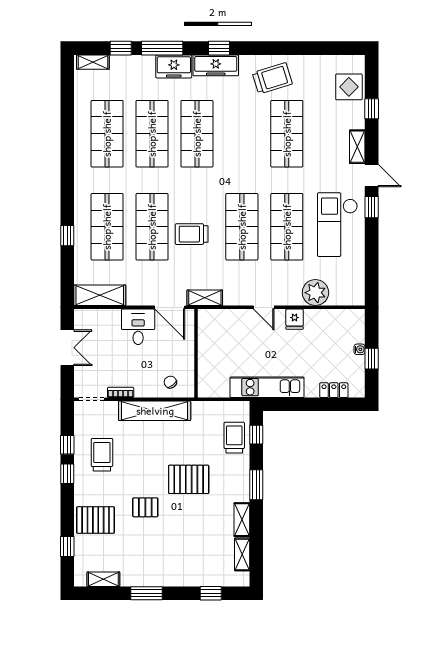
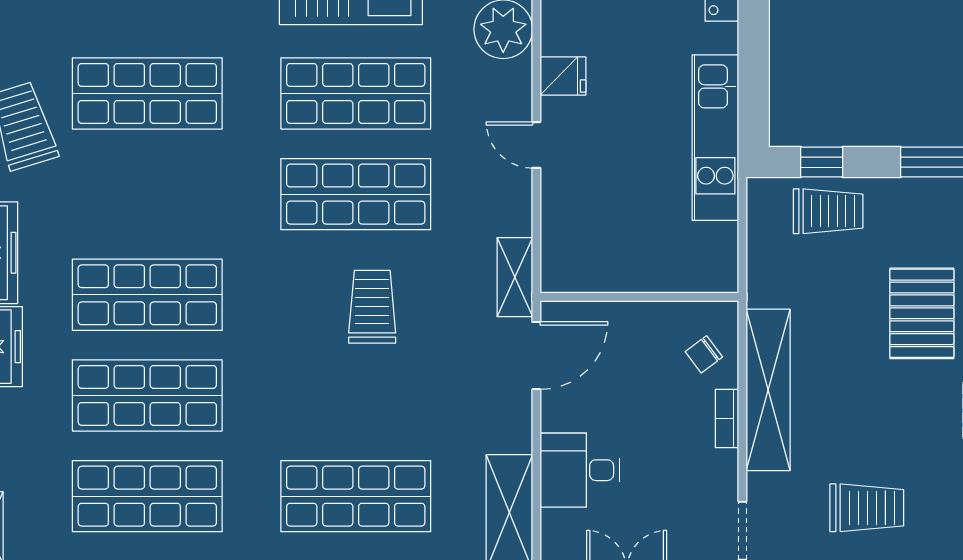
shop shelf: (152, 227) -> (356, 395), removed
trolley: (192, 234) -> (372, 307), turned 180
door: (264, 307) -> (536, 145), swing flipped
desk: (138, 327) -> (580, 470), moved
bookcase: (121, 392) -> (727, 419), moved
trolley: (234, 438) -> (828, 211), turned 180
trolley: (102, 455) -> (867, 508), turned 180

